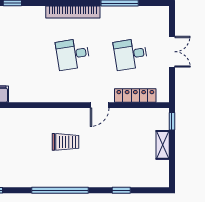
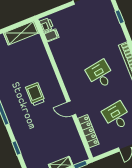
trolley: (65, 142) -> (35, 94), turned 180

